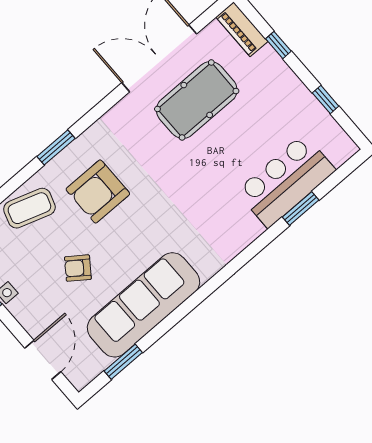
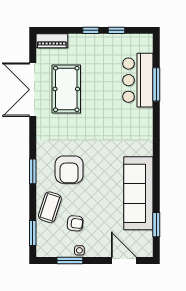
window: (278, 45) -> (91, 30), moved
window: (301, 209) -> (156, 84), width x1.44
armchair: (78, 268) -> (75, 223), moved, turned -120

